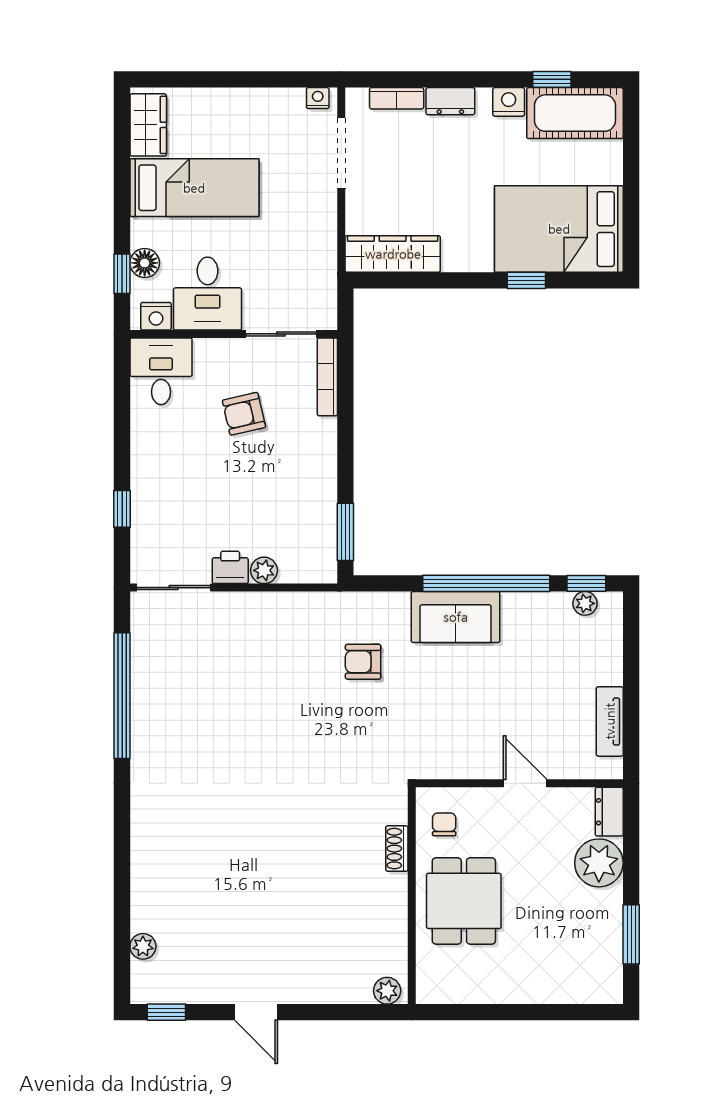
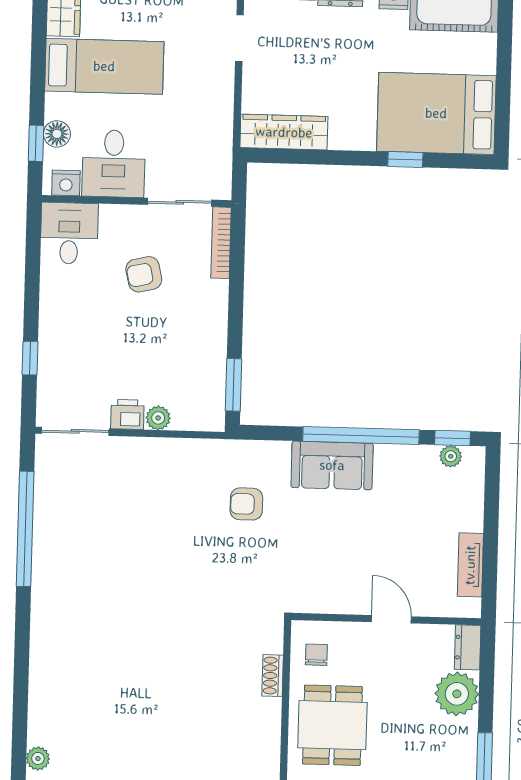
doorway: (341, 153) -> (239, 38), width x0.73

